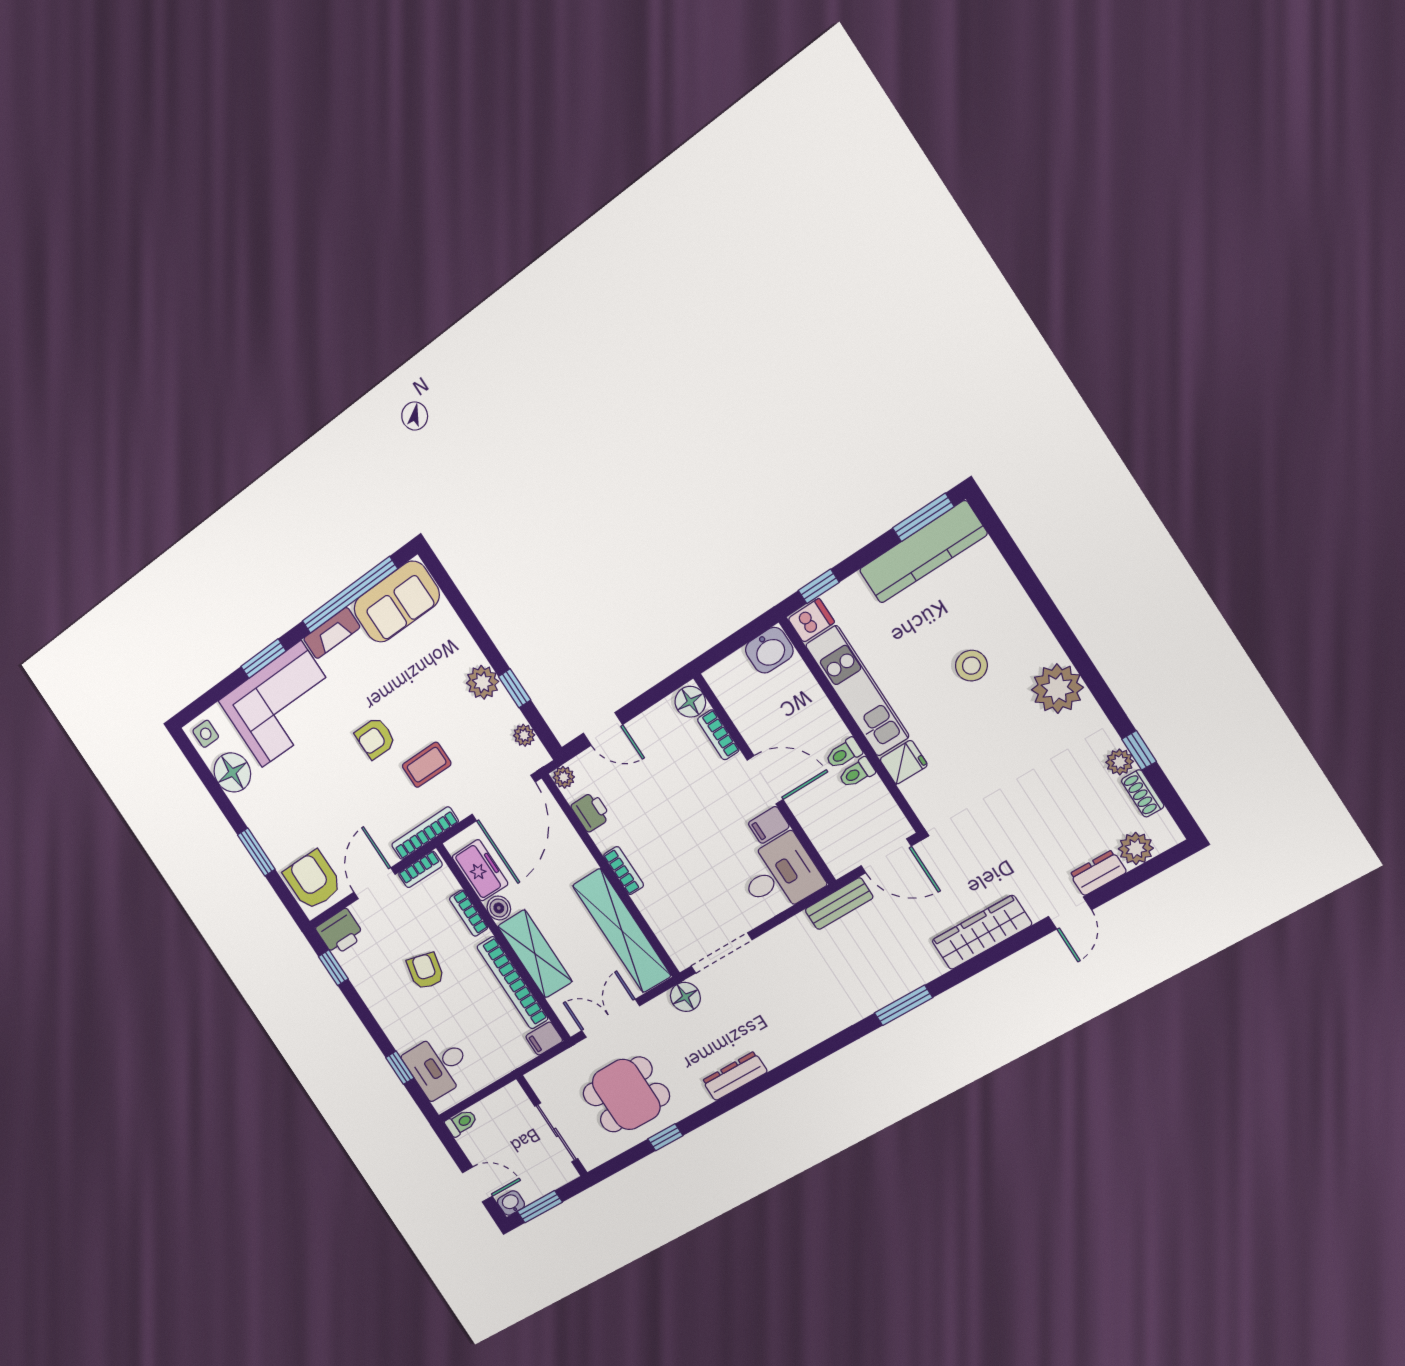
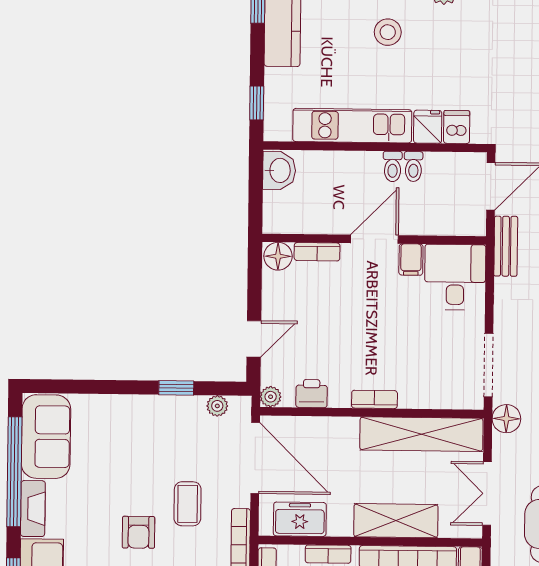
dishwasher: (811, 620) -> (457, 127), moved
plant: (483, 682) -> (154, 411), removed
boiler: (499, 908) -> (340, 525), removed

